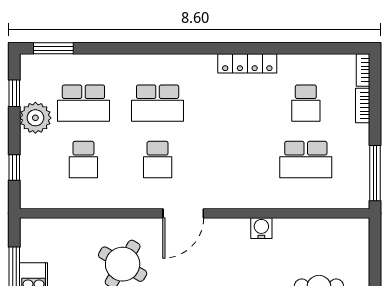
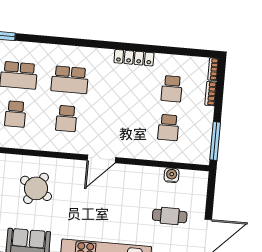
school desk: (306, 160) -> (168, 127), width x0.54
door: (183, 213) -> (101, 159), moved
water cooler: (261, 228) -> (172, 175), moved

